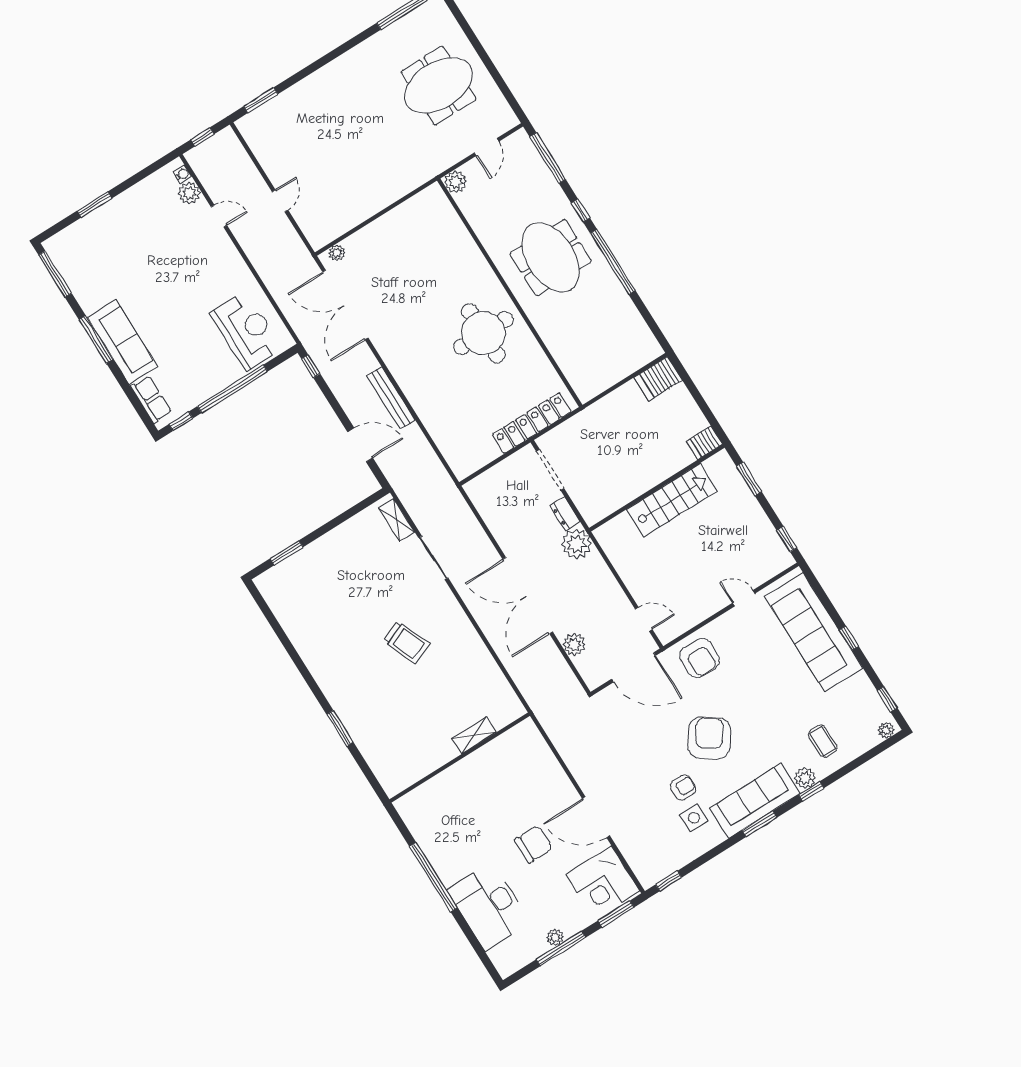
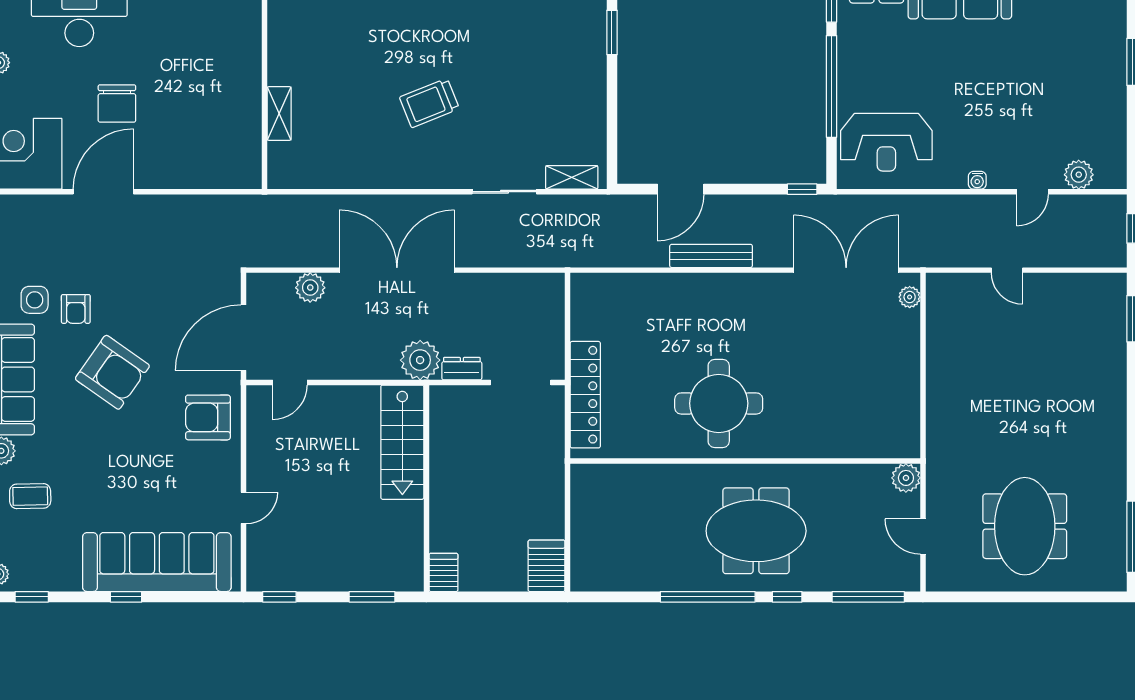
water cooler: (182, 174) -> (977, 180), moved
stairs: (672, 500) -> (402, 442), moved

